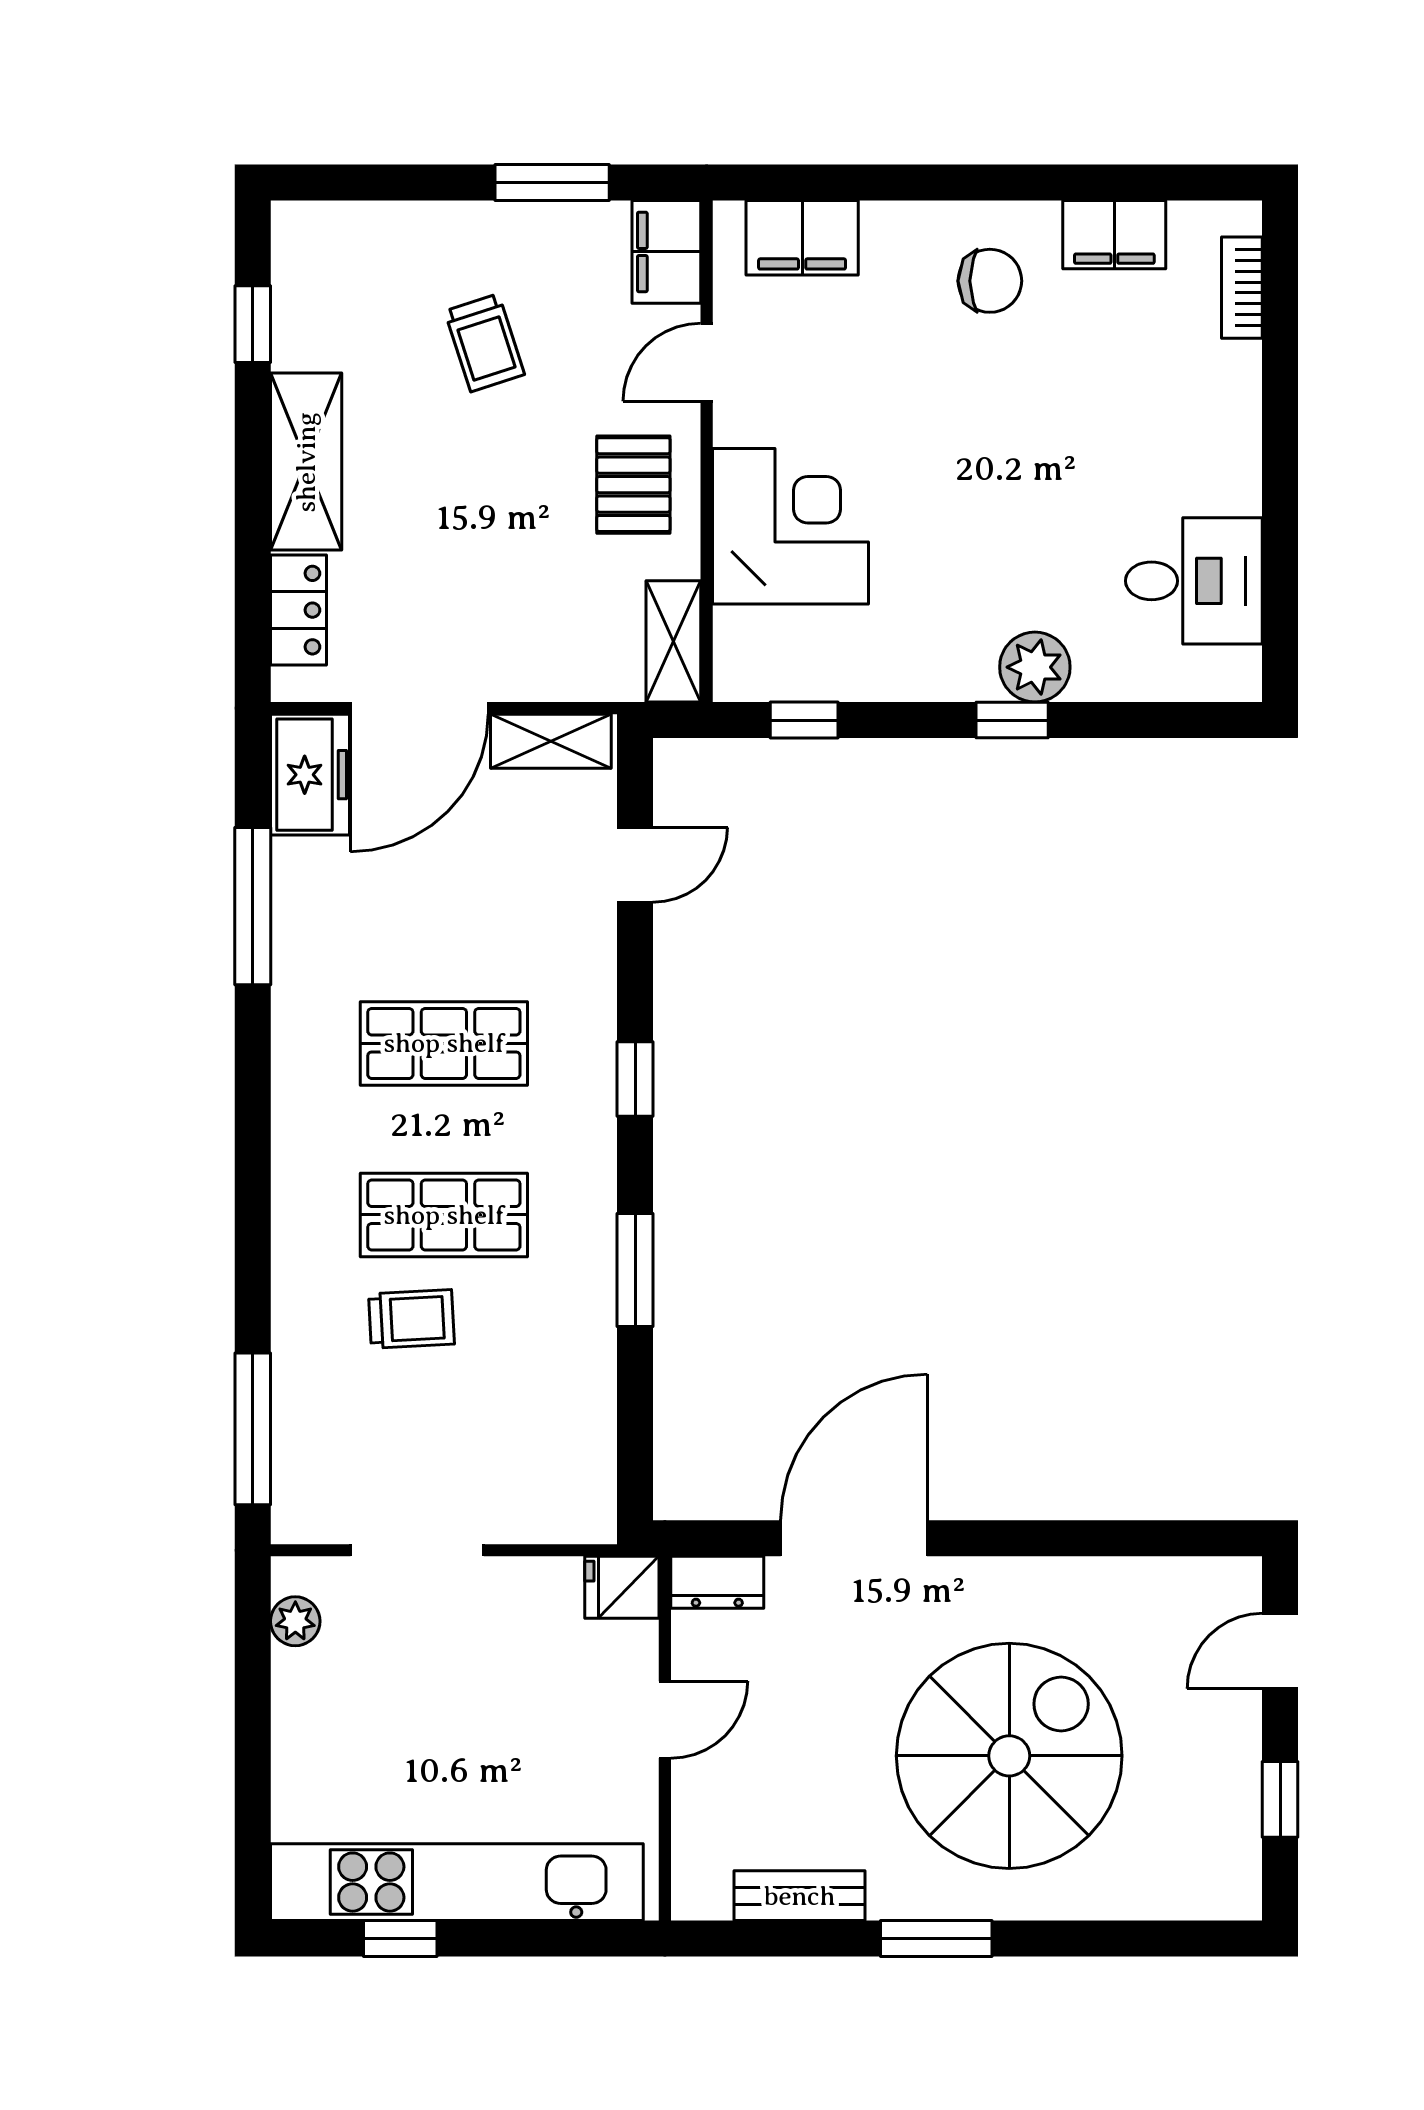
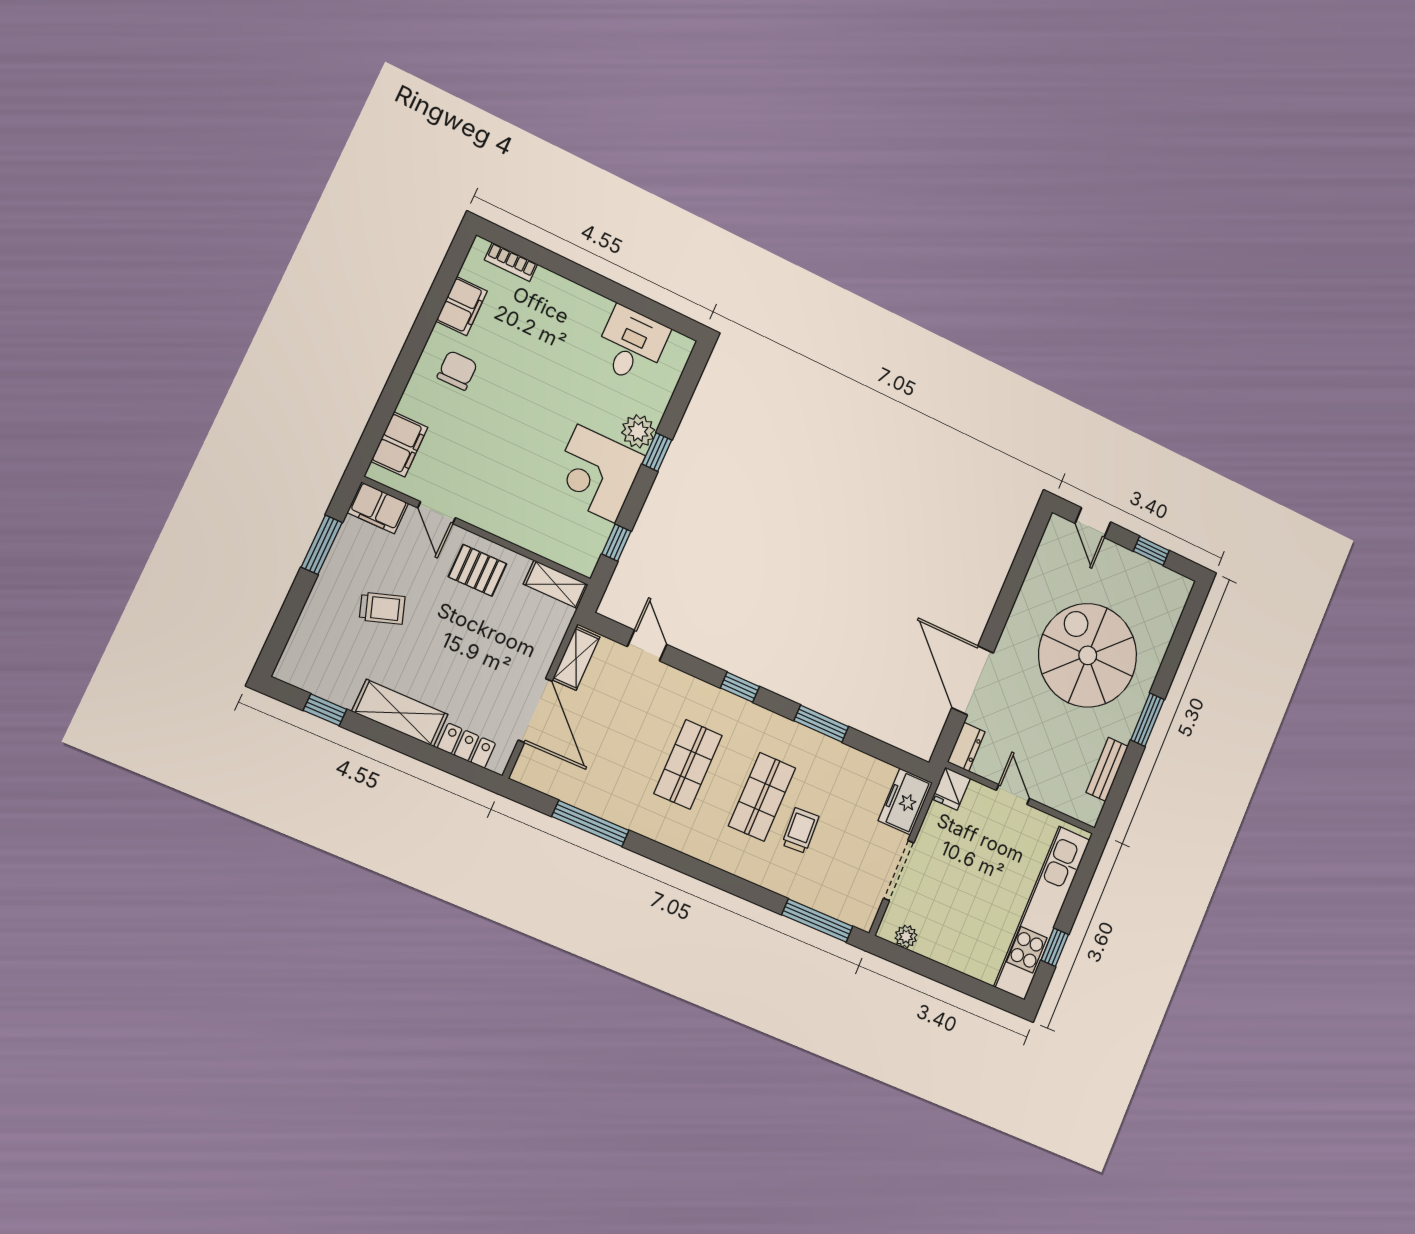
corner desk: (791, 526) -> (596, 474), moved, turned -90
freezer: (310, 775) -> (905, 802), moved, turned -90

